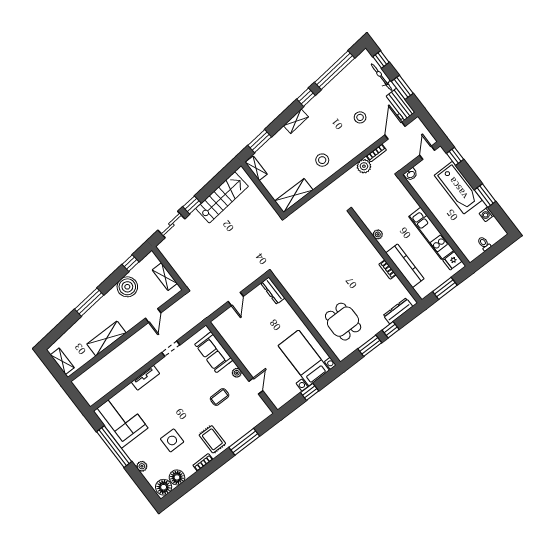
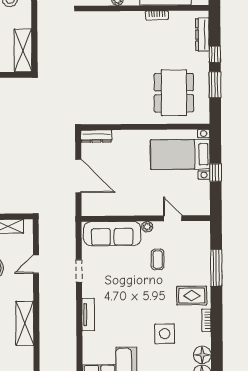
door: (236, 299) -> (78, 176), width x1.87
door: (153, 315) -> (36, 264), swing flipped
dining table: (343, 322) -> (174, 93), width x1.38
sofa: (214, 352) -> (112, 234), width x1.36

